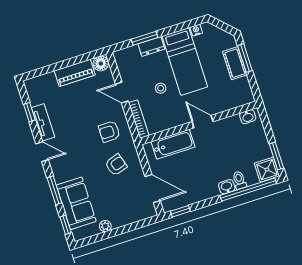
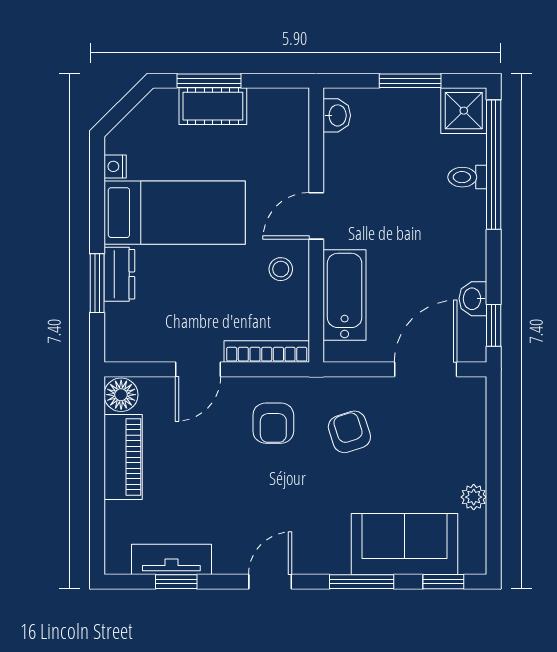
stool: (161, 88) -> (281, 269), moved
tv unit: (43, 122) -> (171, 559), moved
window: (276, 156) -> (410, 81), moved
washbasin: (227, 187) -> (473, 299), moved

